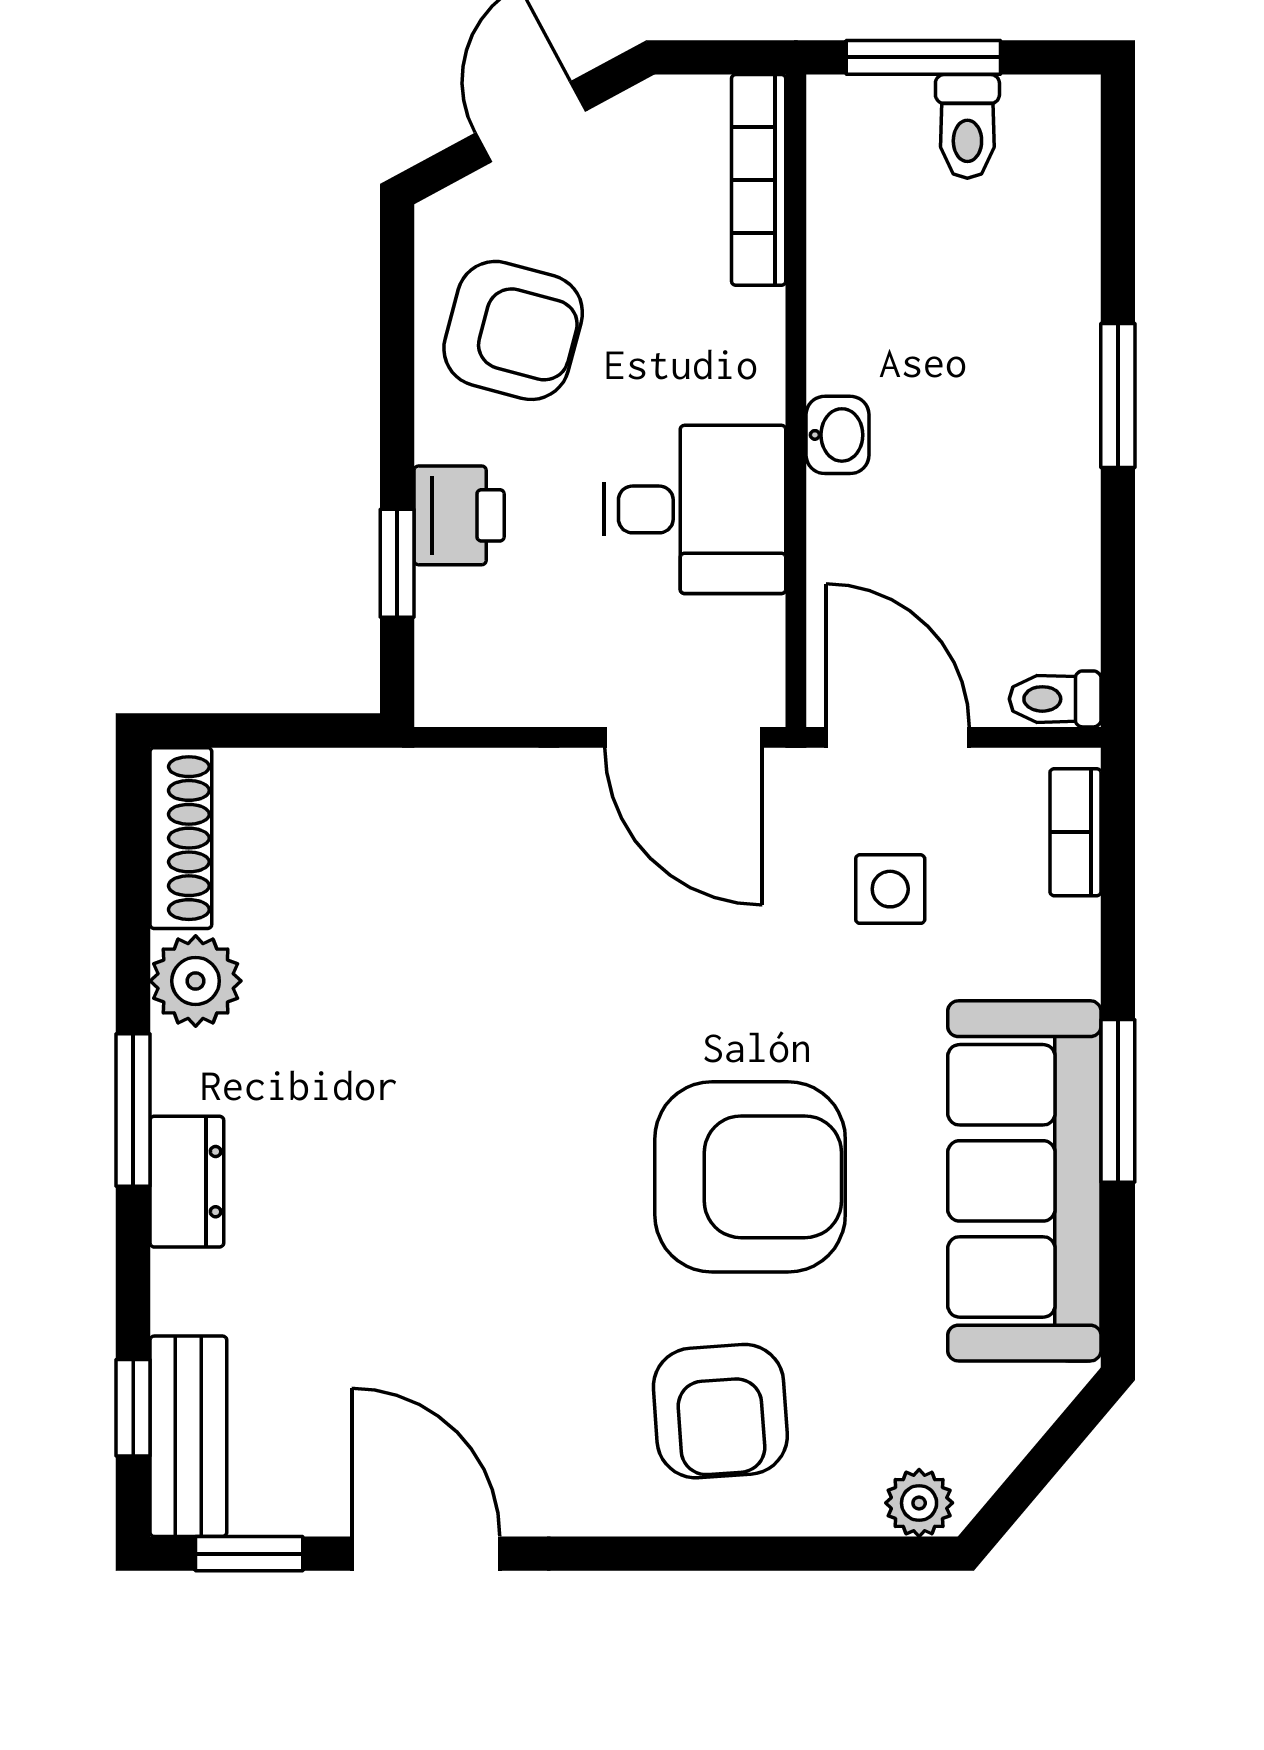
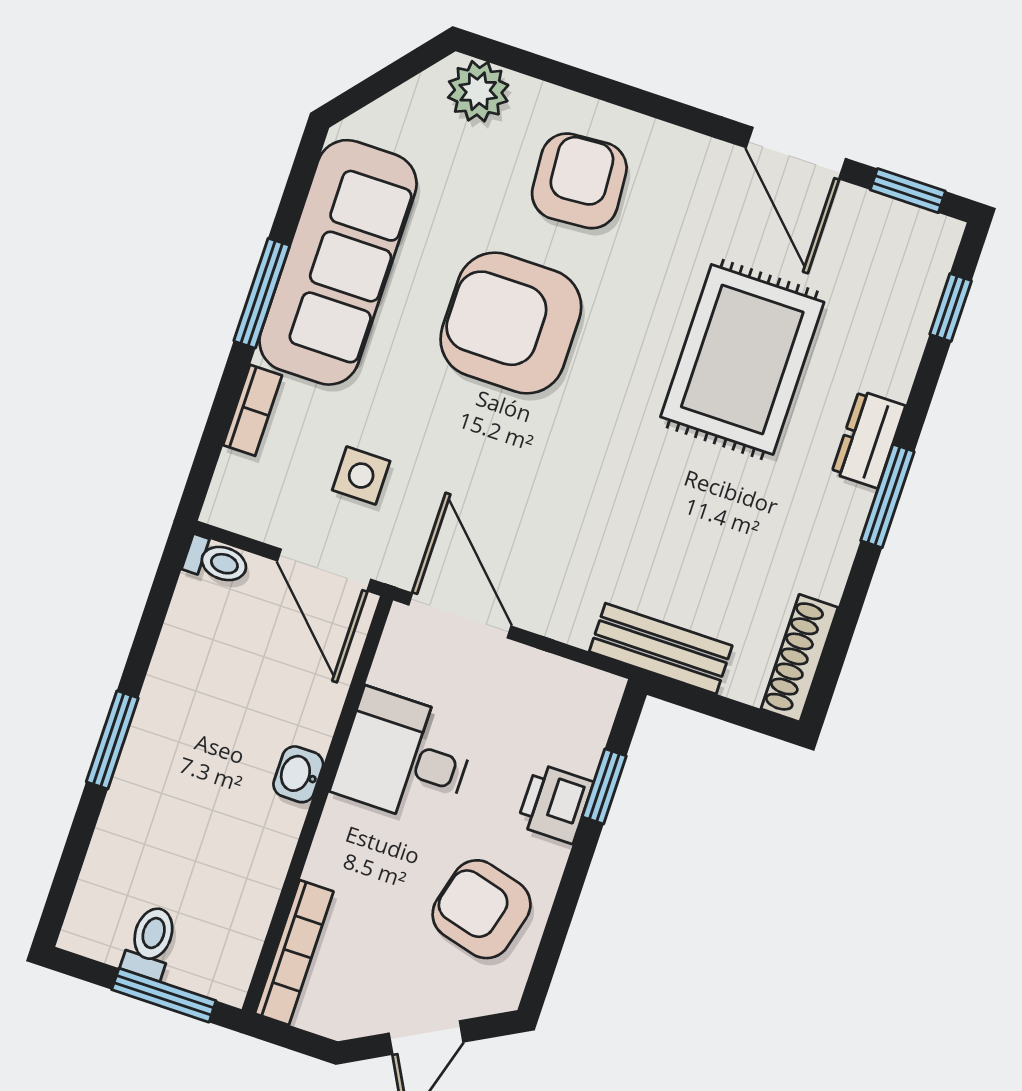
bookcase: (1075, 832) -> (253, 410), moved
plant: (196, 981) -> (820, 565), removed
rug: (404, 1235) -> (742, 359), added
bench: (188, 1436) -> (661, 649), moved, turned 90
plant: (919, 1503) -> (478, 91), width x1.38, depth x1.38

